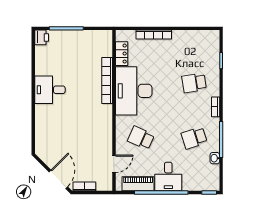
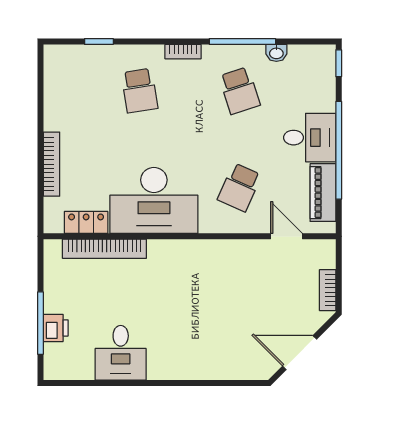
printer: (42, 37) -> (56, 328), moved, turned 90
bookcase: (107, 81) -> (104, 249), moved
desk: (50, 90) -> (121, 353), moved
door: (58, 179) -> (300, 353), moved

